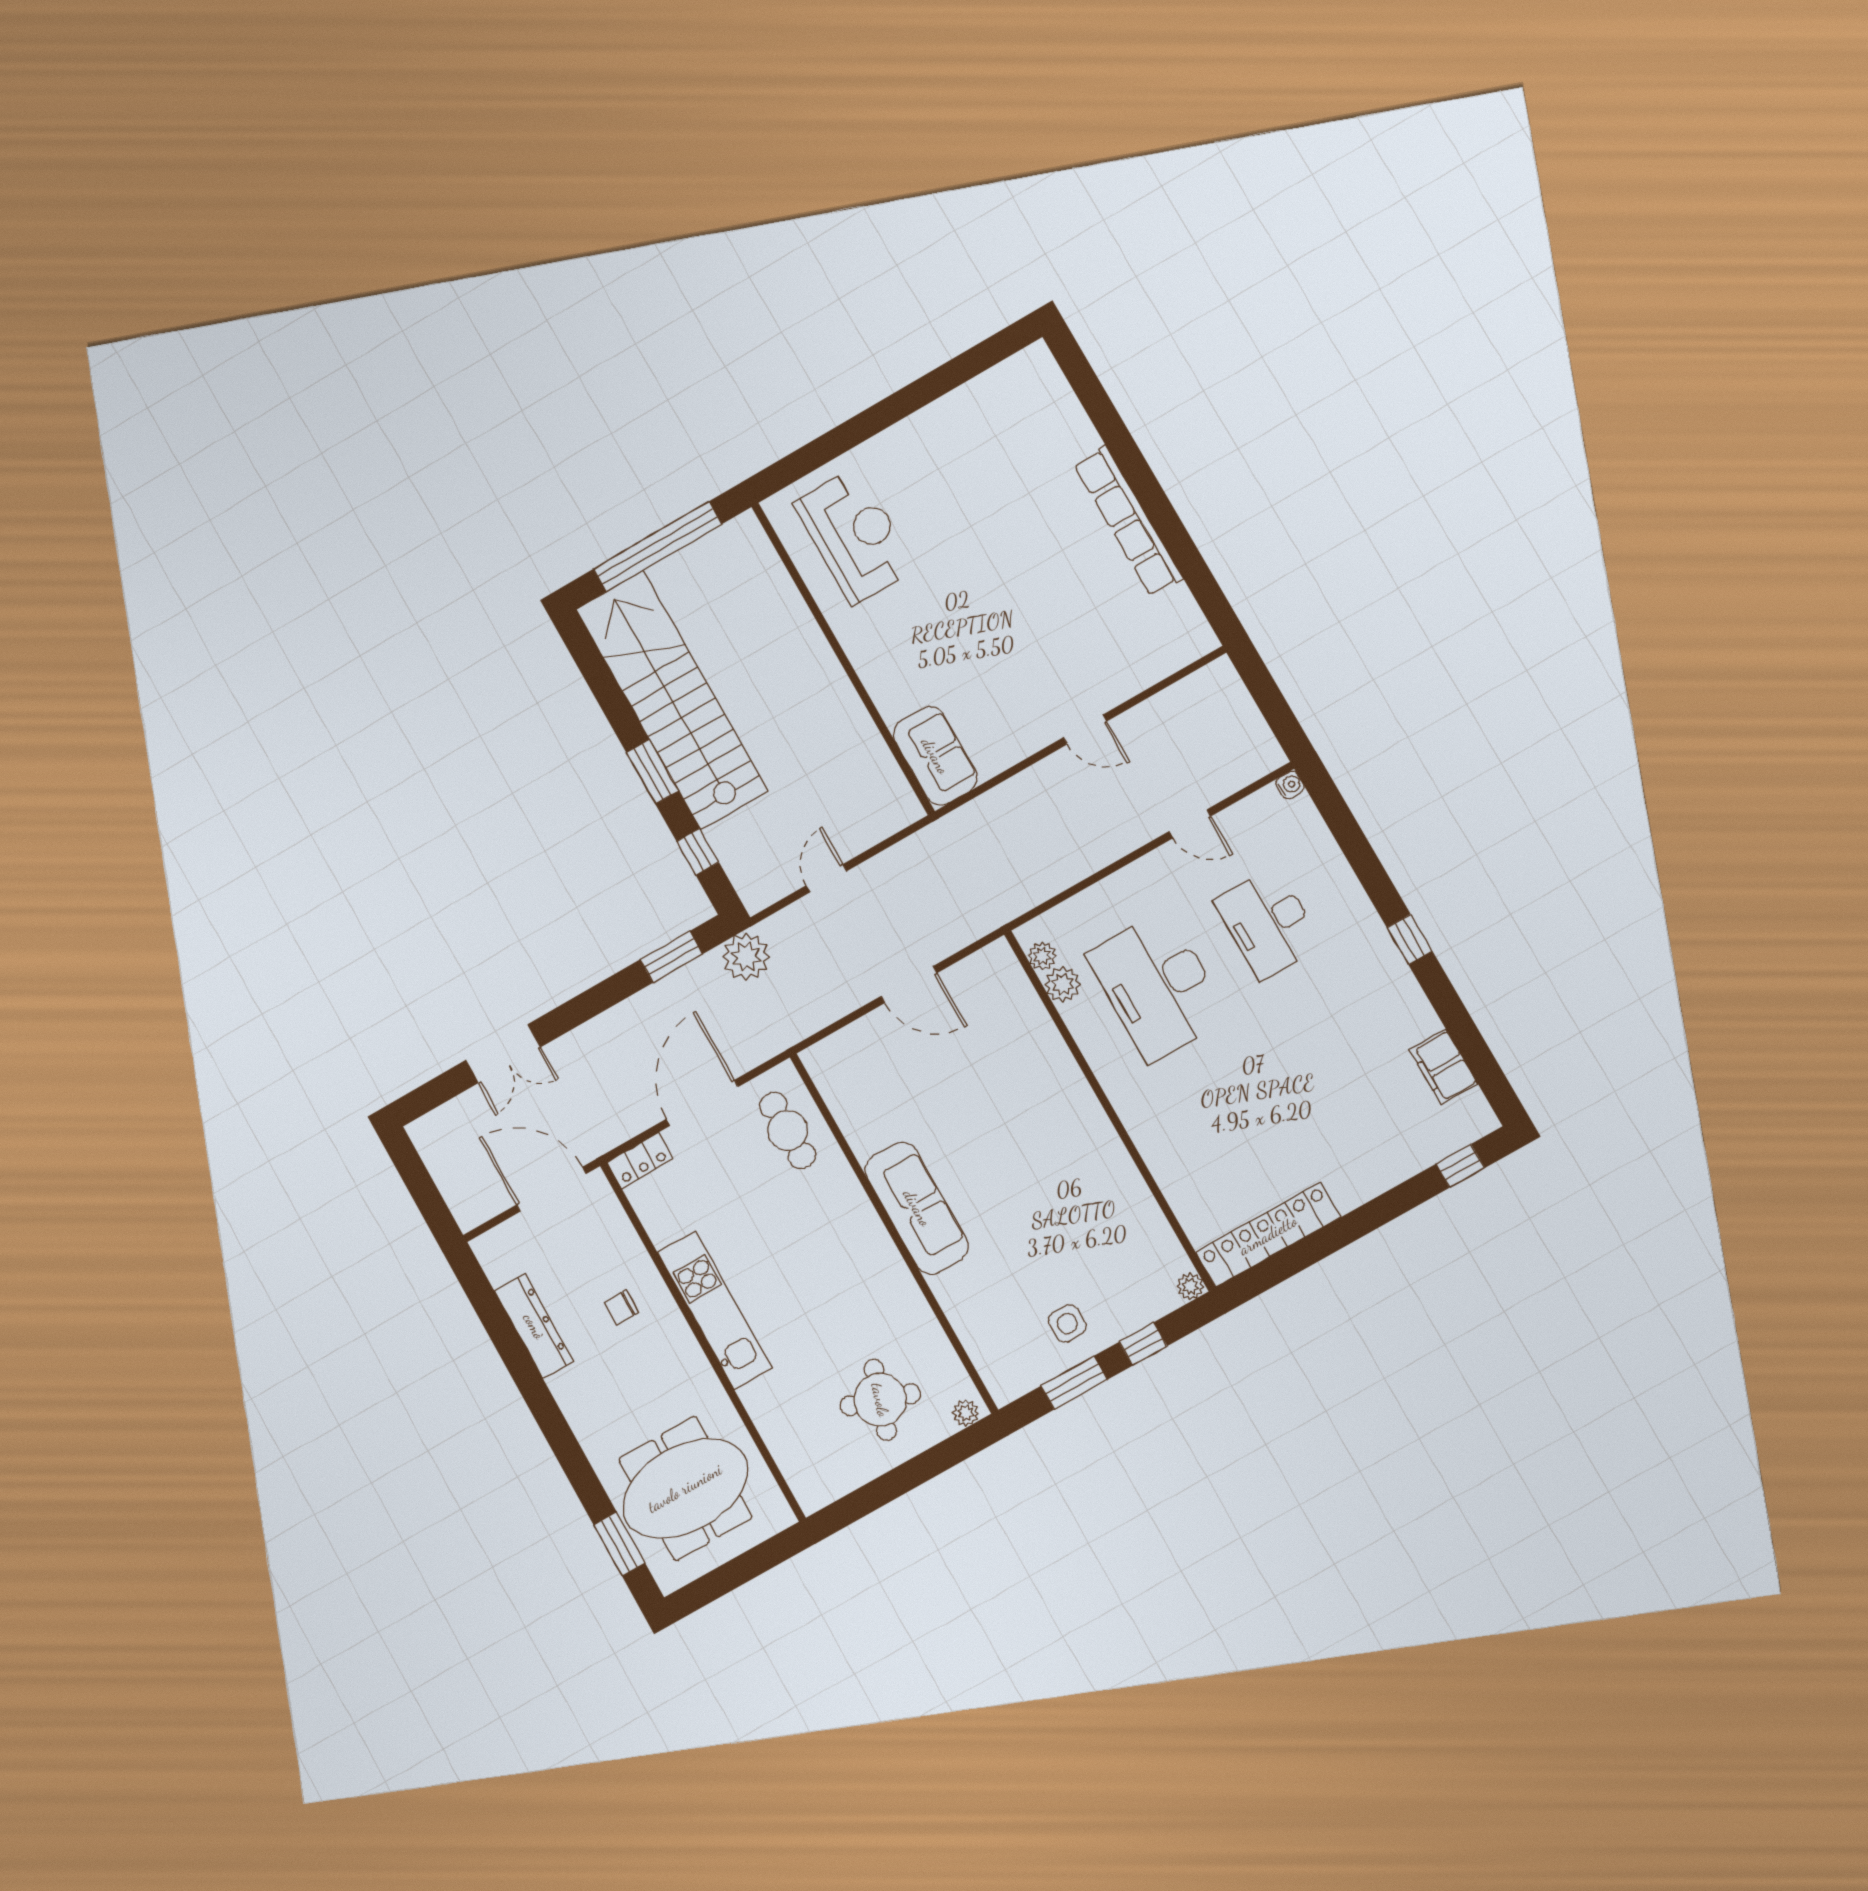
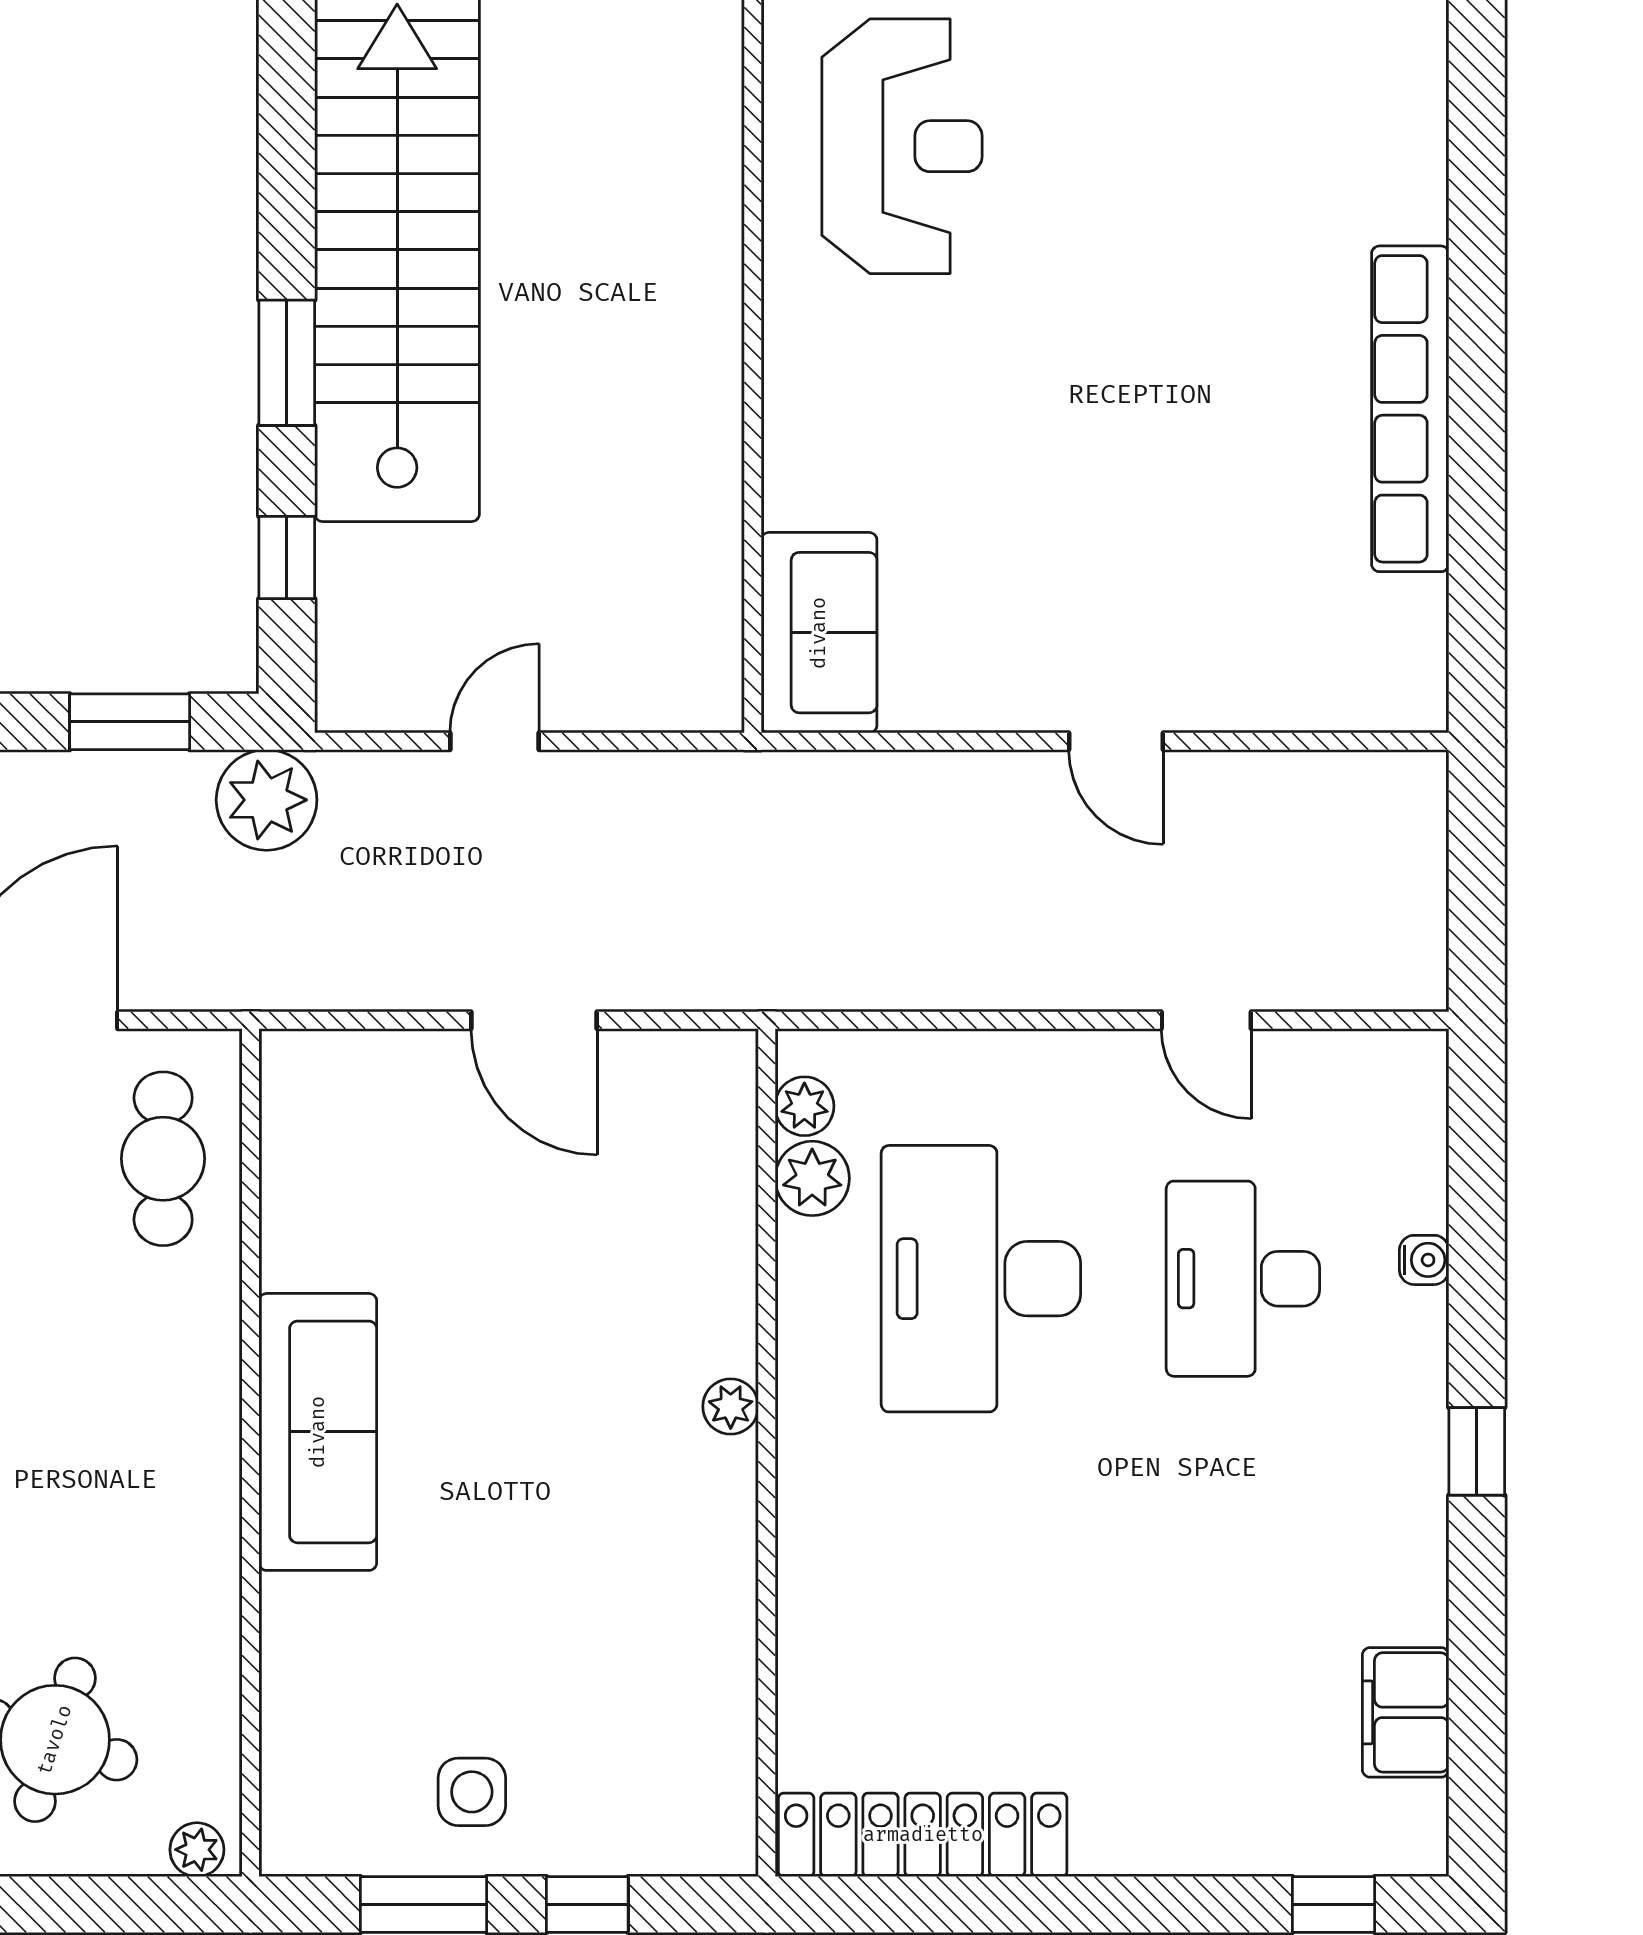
water cooler: (1290, 785) -> (1424, 1260), moved
plant: (1190, 1286) -> (731, 1407), moved

